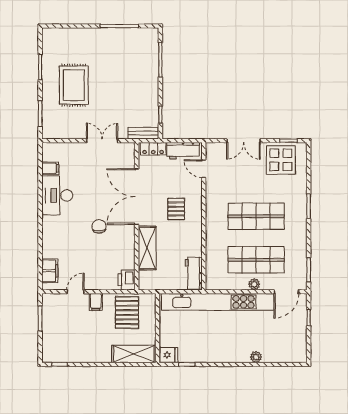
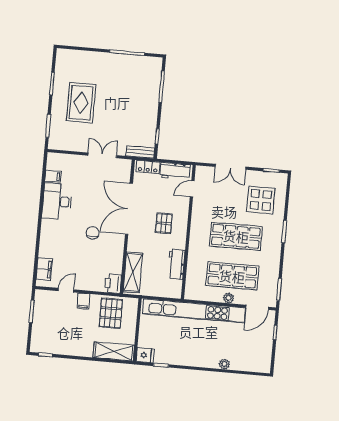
display table: (281, 160) -> (261, 200), moved
door: (204, 169) -> (192, 189), hinge flipped
shelving: (147, 248) -> (133, 272), moved
workbench: (194, 273) -> (176, 264), moved

